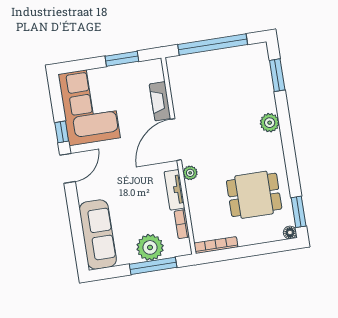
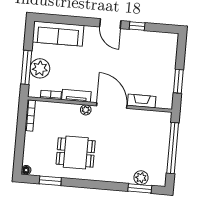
corner sofa: (89, 106) -> (151, 50), removed
plant: (270, 123) -> (141, 178), moved
dining table: (254, 195) -> (76, 152), moved, turned 90
window: (299, 212) -> (50, 181), moved

